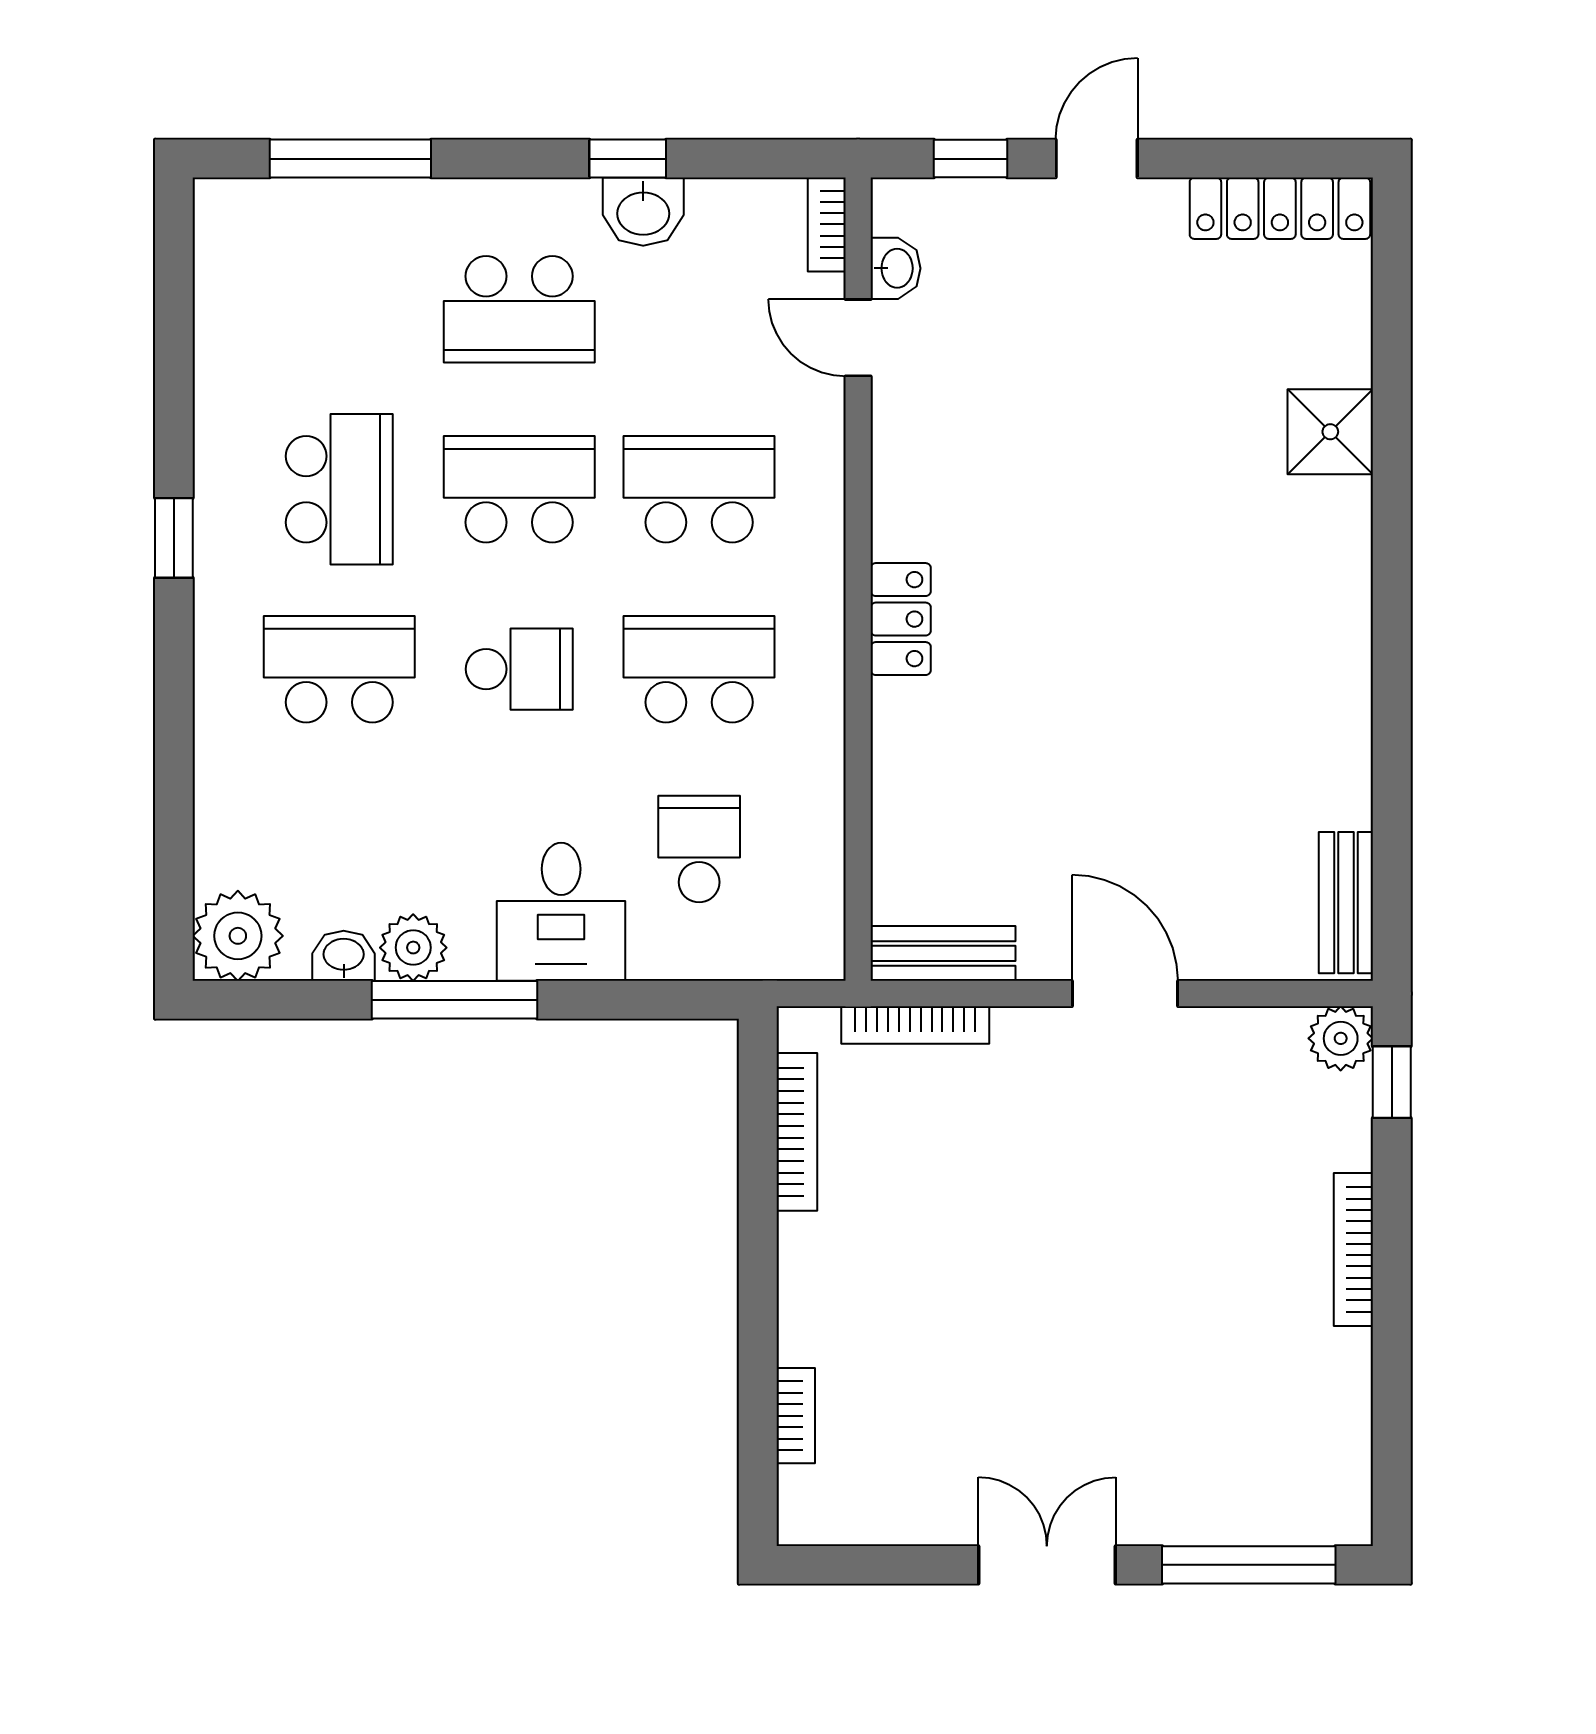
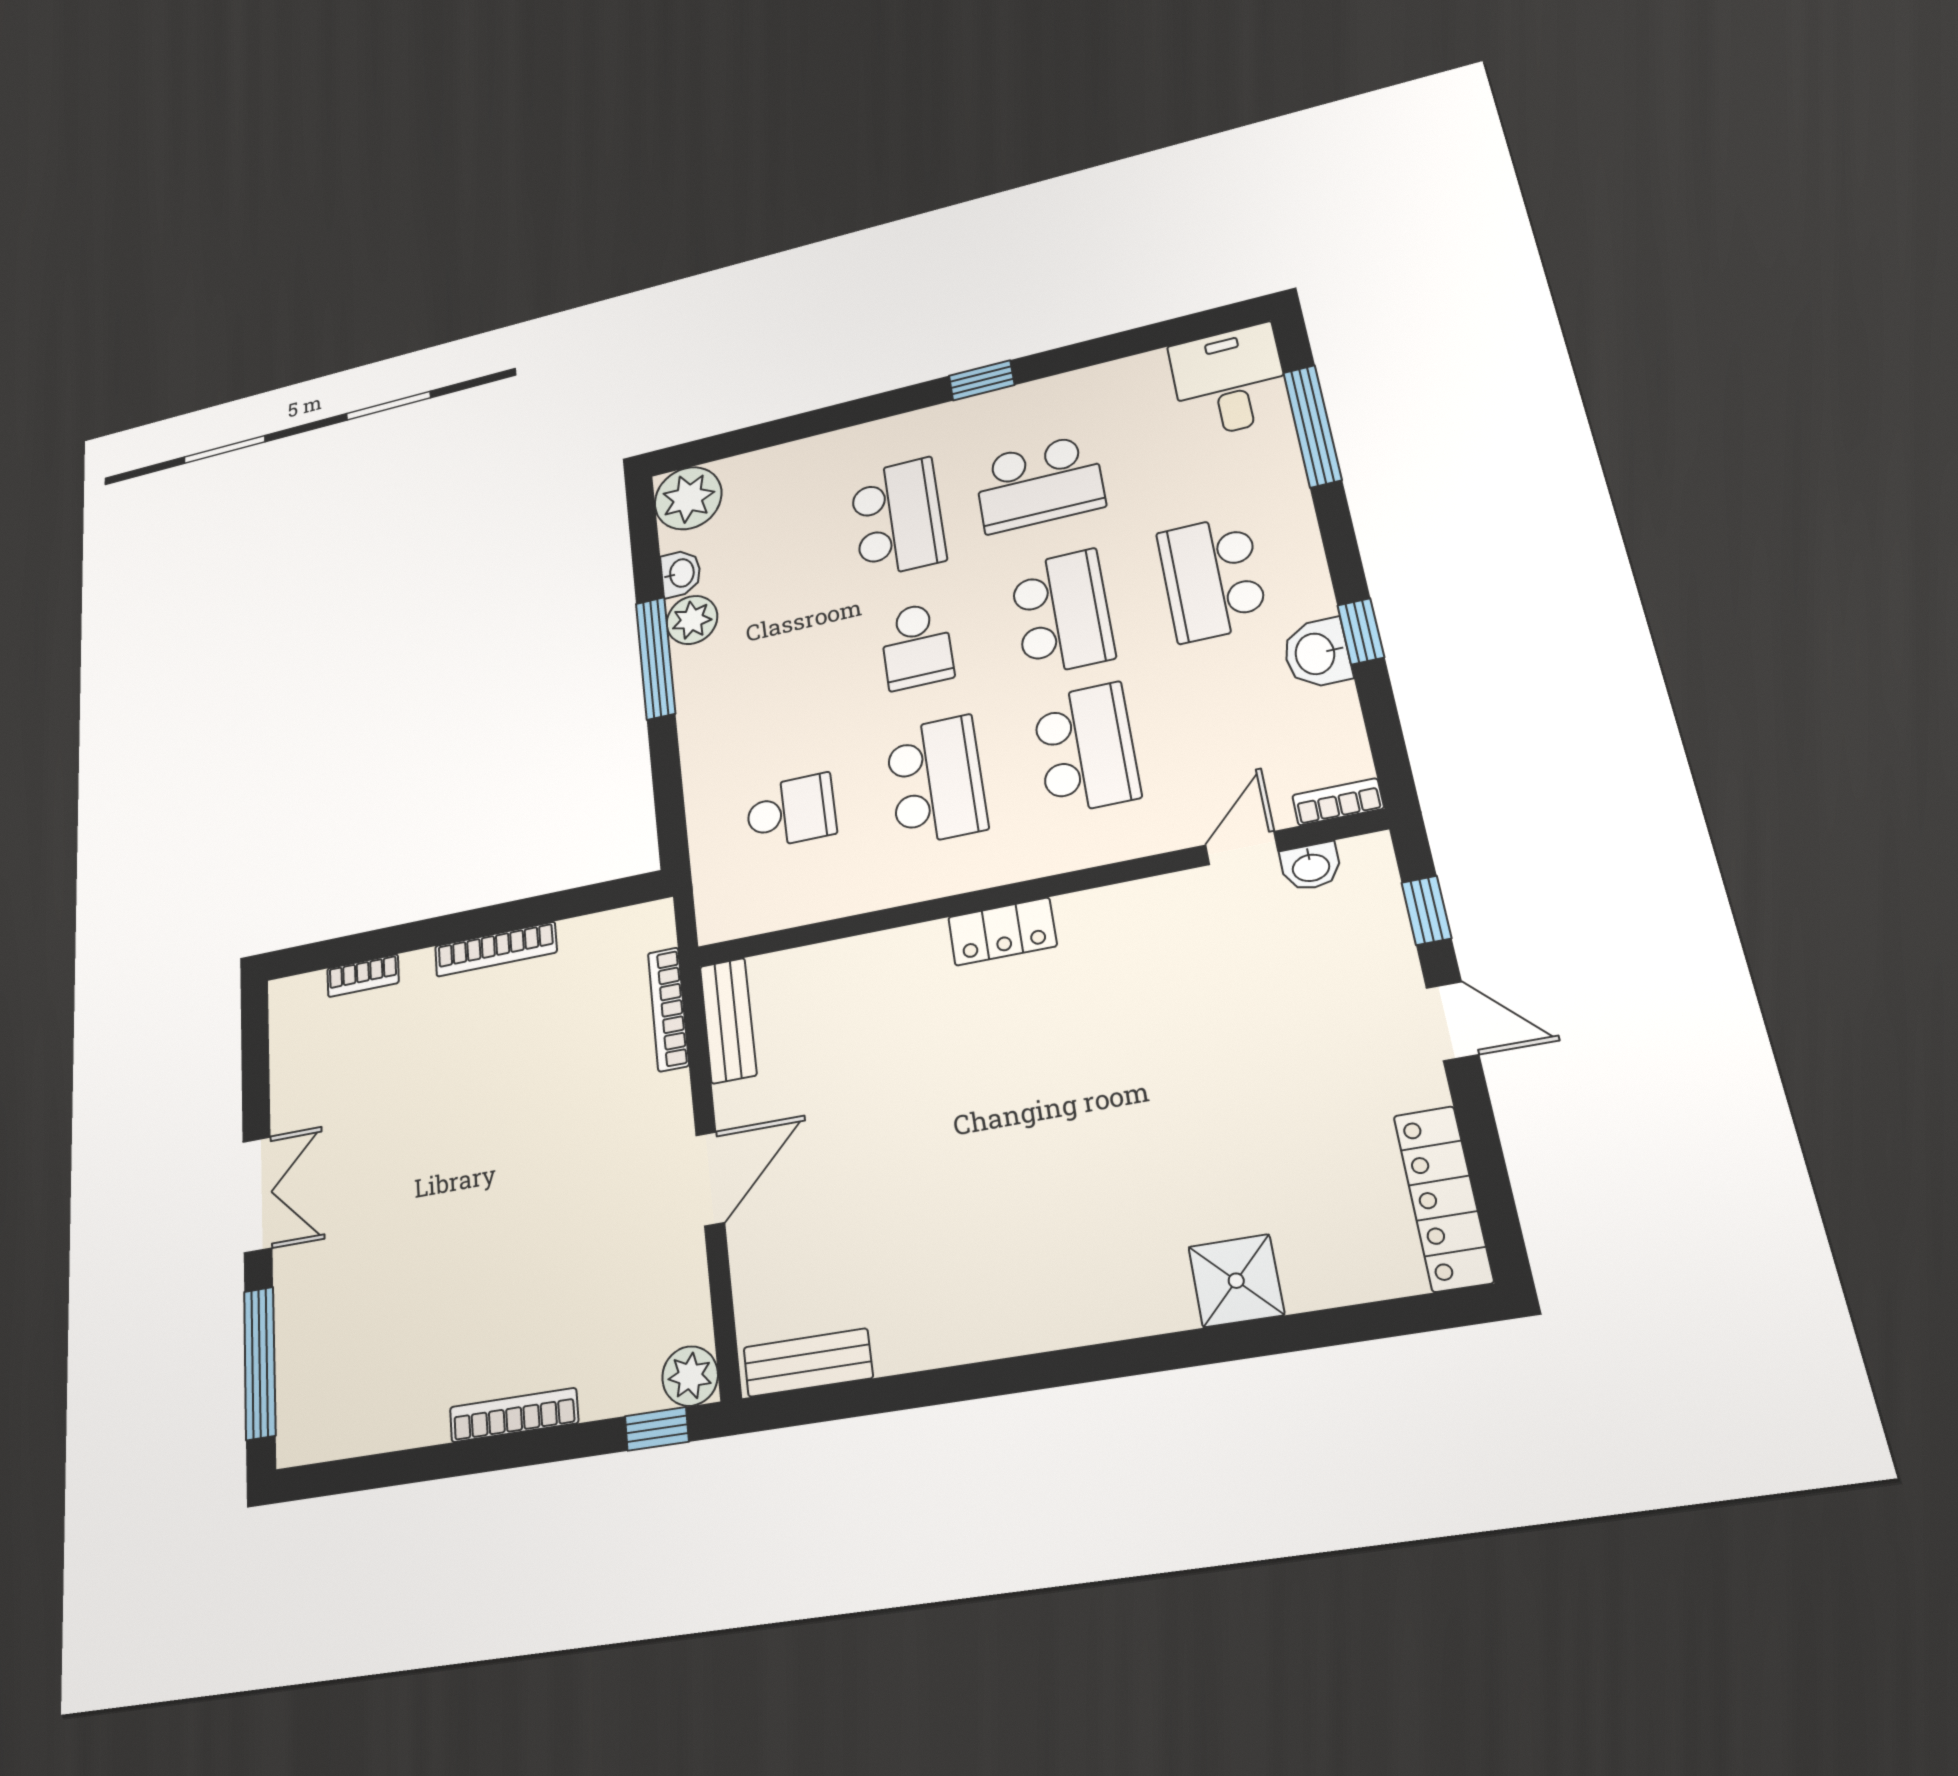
desk: (561, 912) -> (1229, 381), moved, turned 90
bookcase: (797, 1132) -> (496, 949), moved

